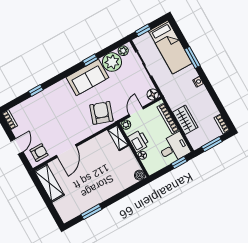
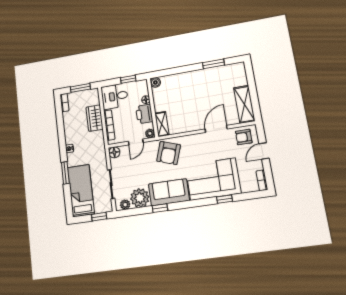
corner sofa: (53, 104) -> (213, 179), added
window: (179, 162) -> (128, 79), moved

